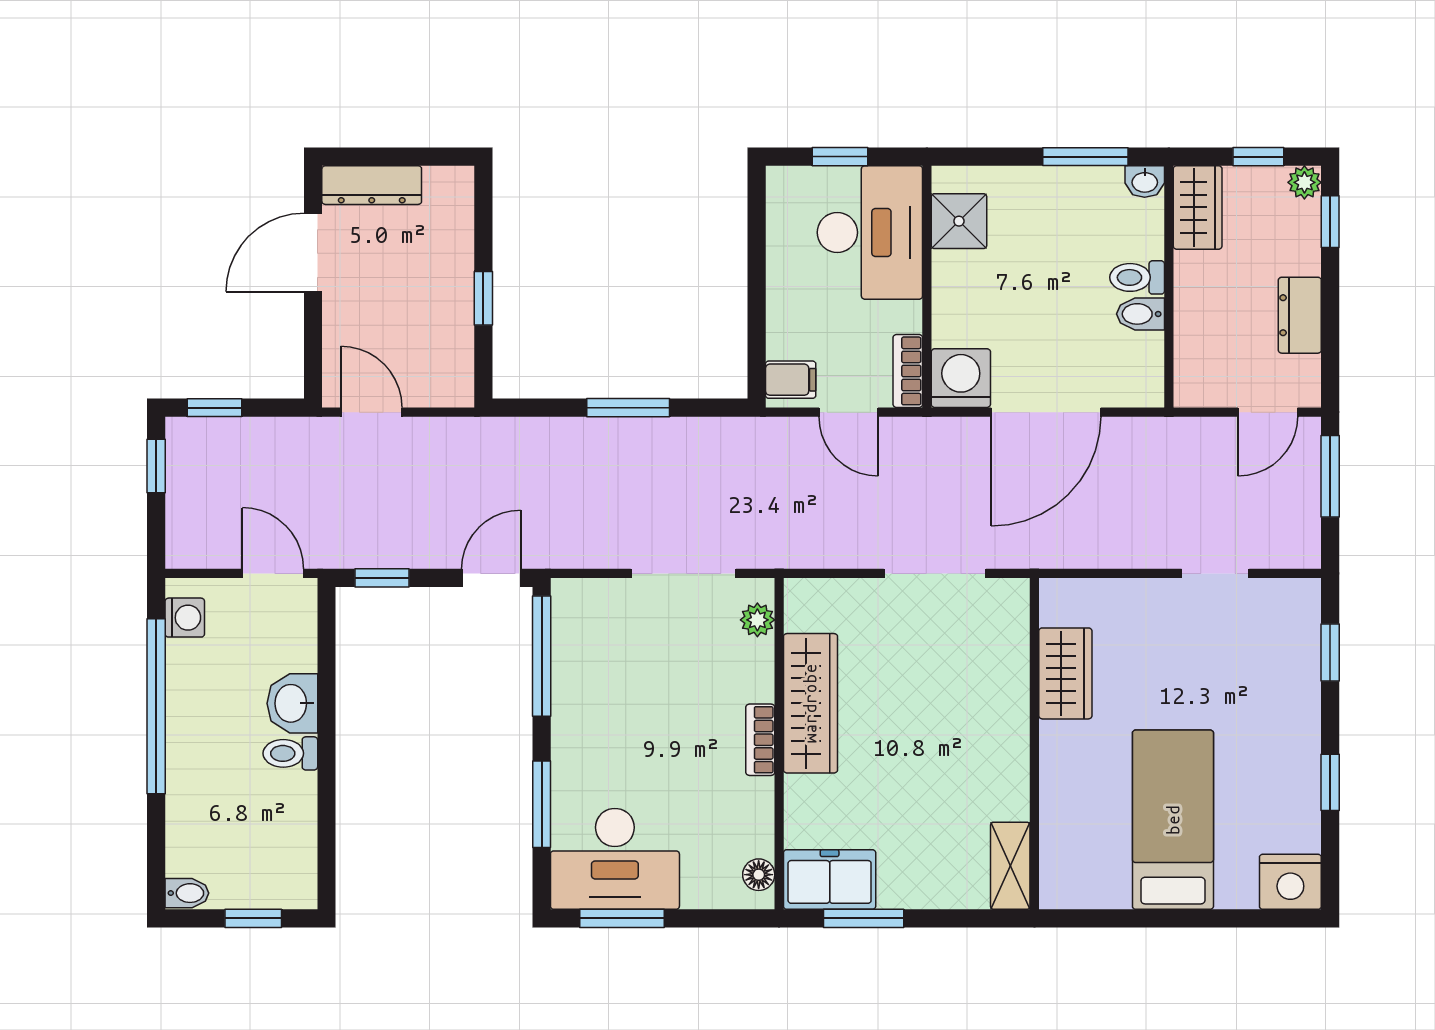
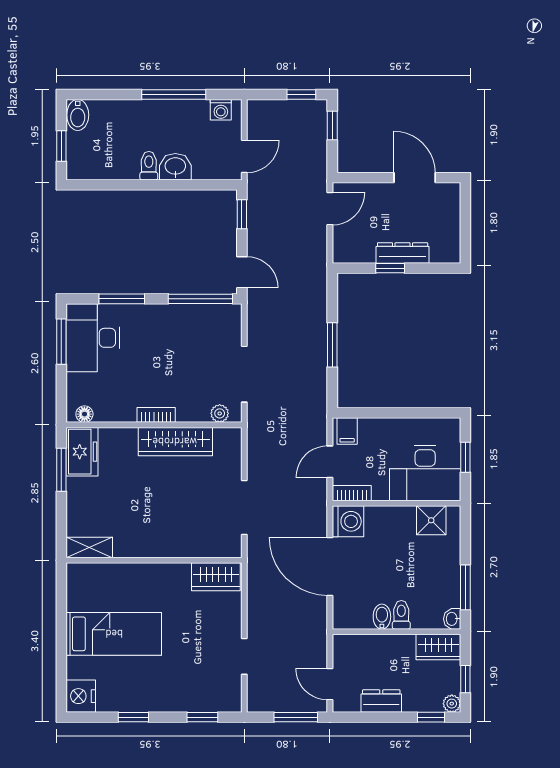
dresser: (372, 185) -> (403, 253), moved, turned 90
wardrobe: (1065, 673) -> (216, 577), moved
window: (156, 706) -> (174, 94), width x0.68
bidet: (187, 893) -> (78, 115), width x1.38, depth x1.36

